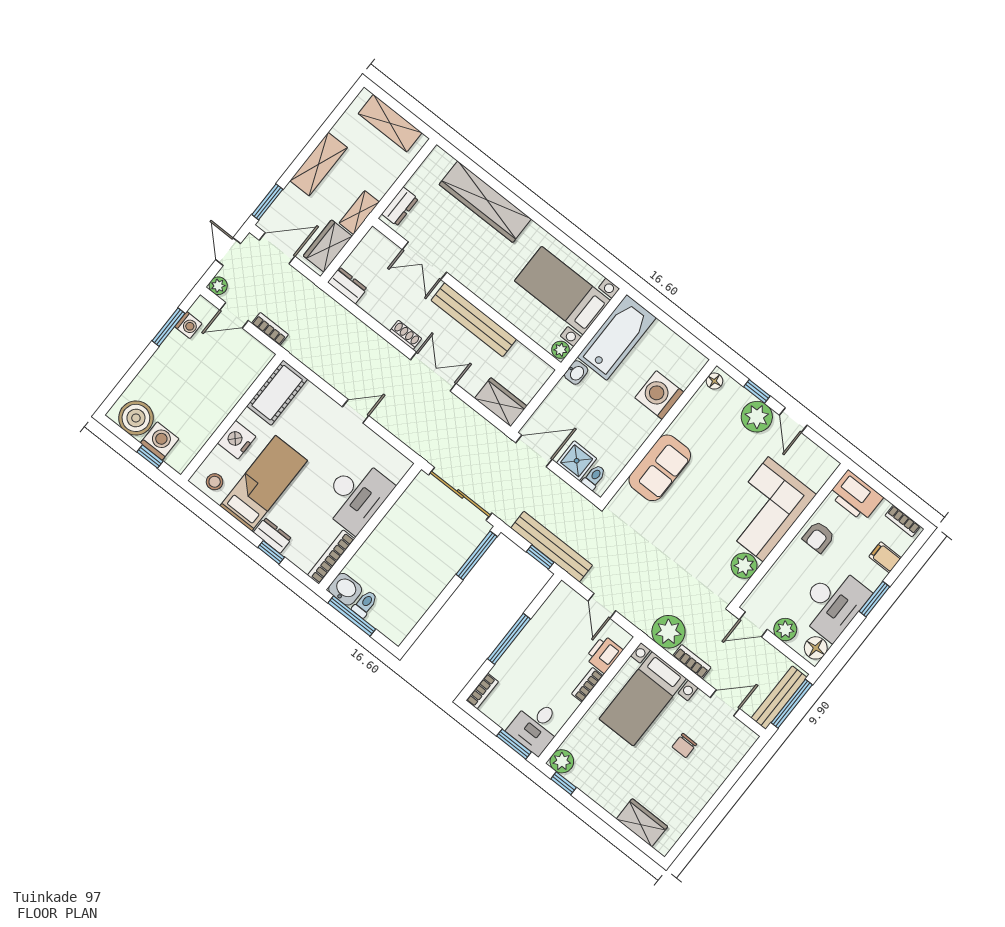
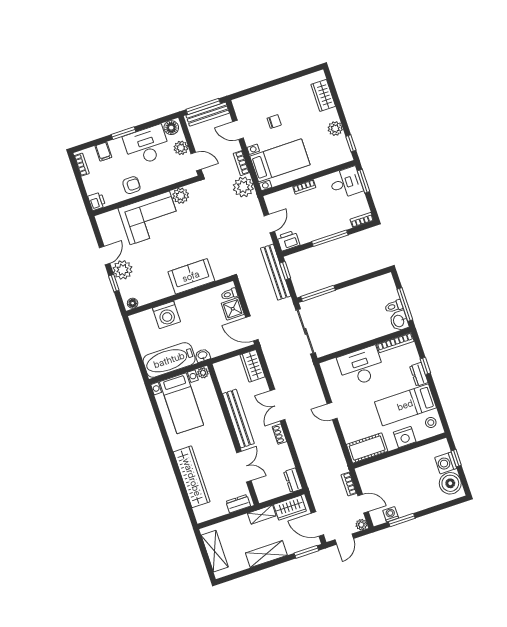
printer: (856, 496) -> (97, 201), width x0.53, depth x0.68
printer: (604, 654) -> (288, 241), moved, turned 180
plant: (562, 761) -> (335, 129), moved

